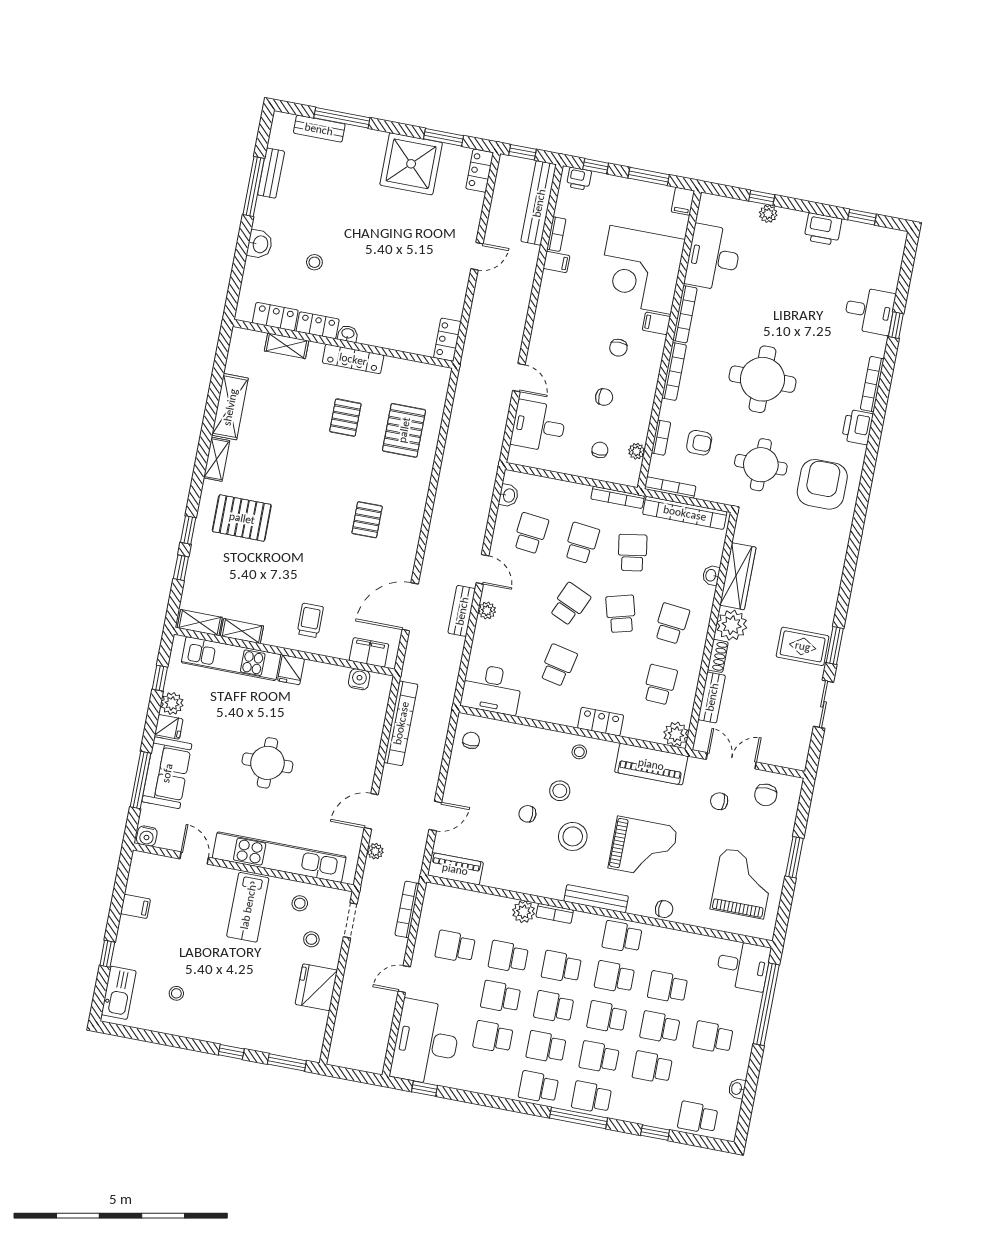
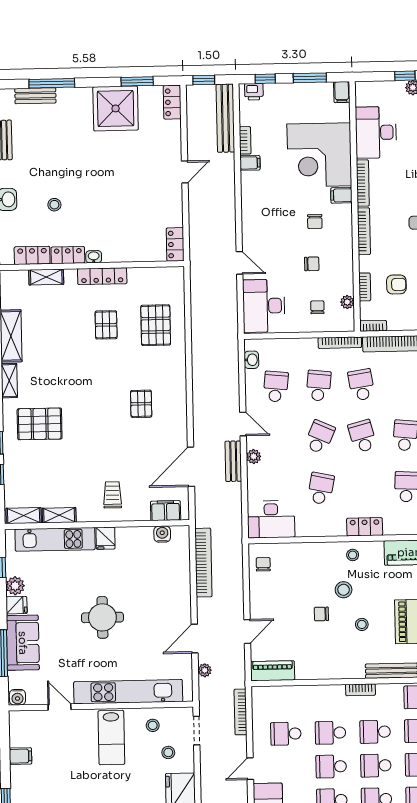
desk: (538, 426) -> (264, 306), width x1.37
bookcase: (670, 488) -> (373, 326), width x0.64
stool: (573, 836) -> (362, 624), width x0.53, depth x0.53
plant: (524, 912) -> (335, 694), removed

